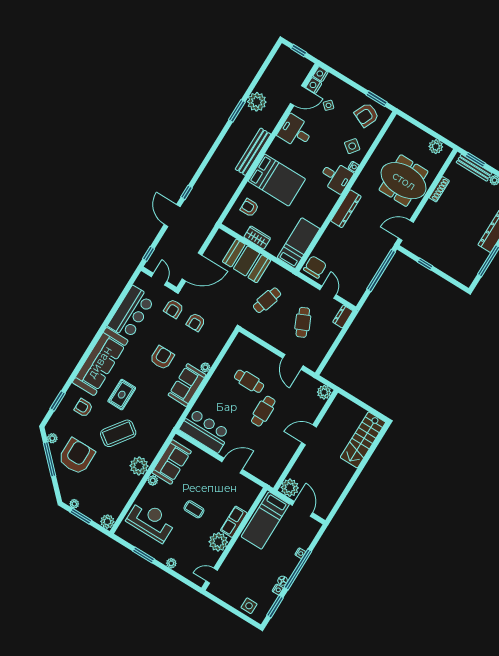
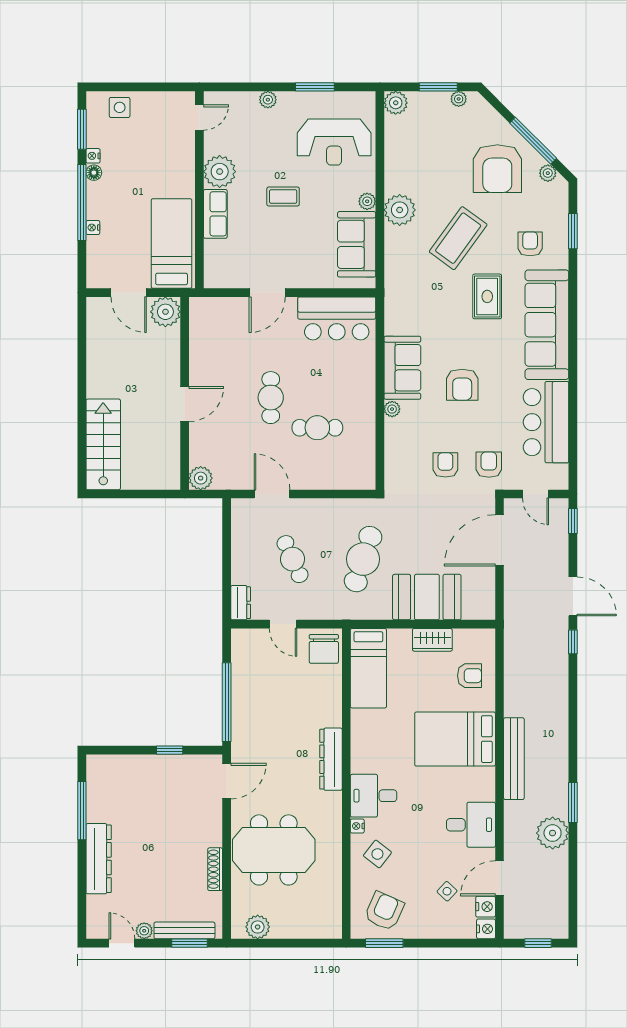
cafe table: (267, 300) -> (363, 559), width x1.37, depth x1.35
armchair: (83, 408) -> (530, 244), turned -90

